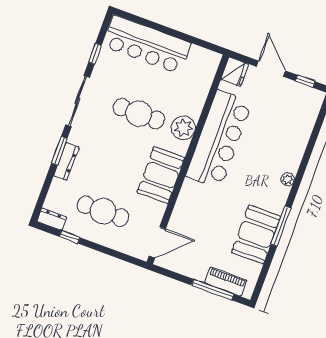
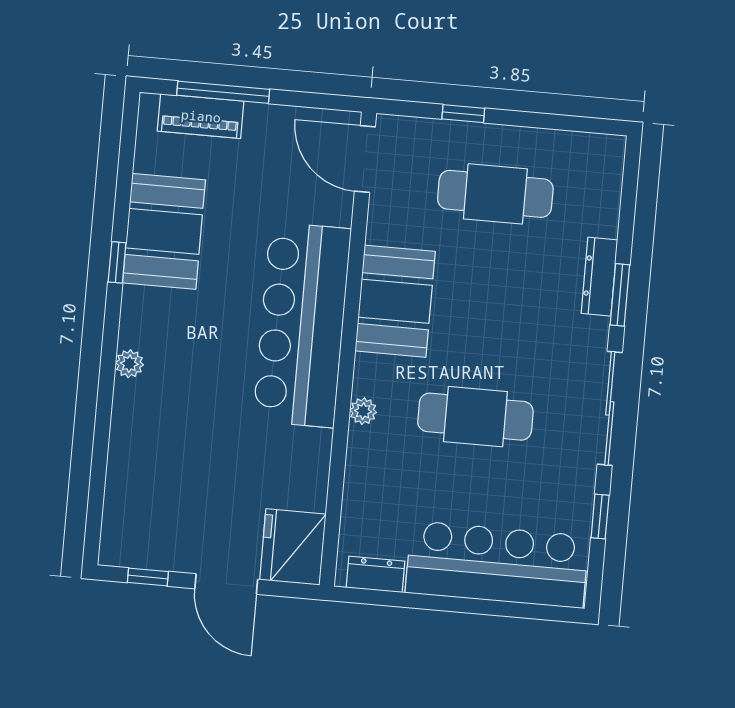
fridge: (235, 72) -> (293, 547), width x1.36, depth x1.34
plant: (183, 128) -> (363, 411), width x0.53, depth x0.53
bar counter: (219, 139) -> (302, 325), moved
dresser: (52, 219) -> (376, 574), moved, turned 180
window: (281, 226) -> (117, 262), width x0.46
window: (70, 237) -> (463, 114), moved
door: (157, 243) -> (365, 159), hinge flipped

